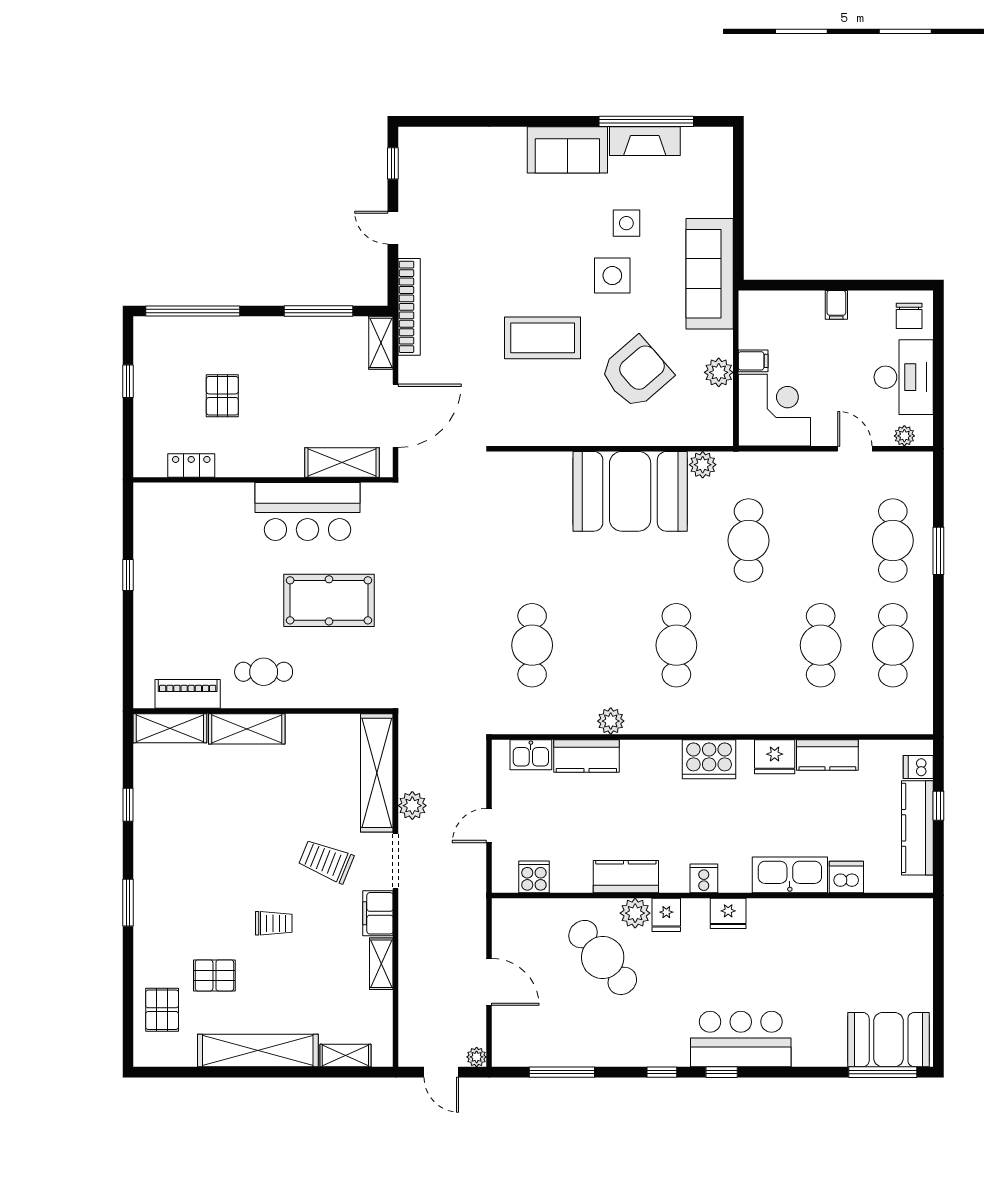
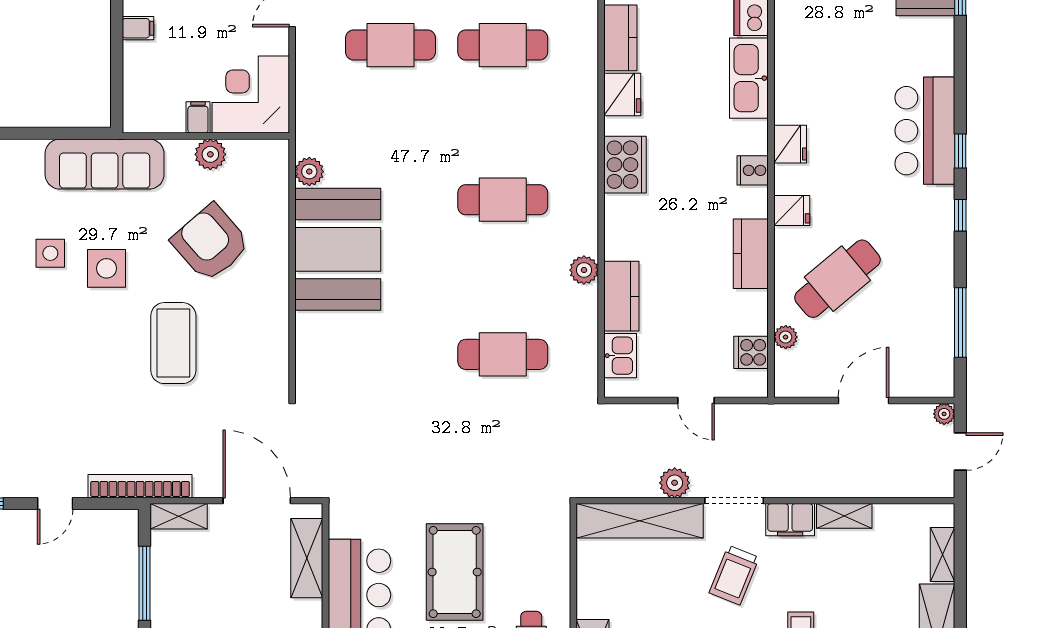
cafe table: (748, 541) -> (391, 45), moved
plant: (635, 913) -> (786, 337), moved, width x0.73, depth x0.73

